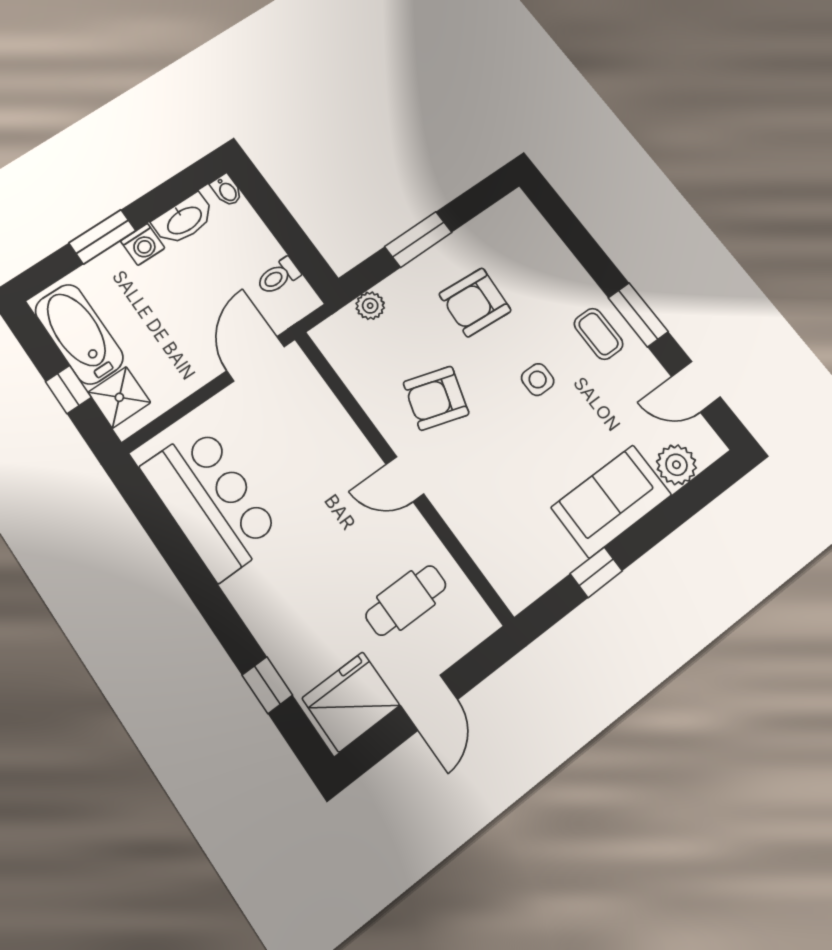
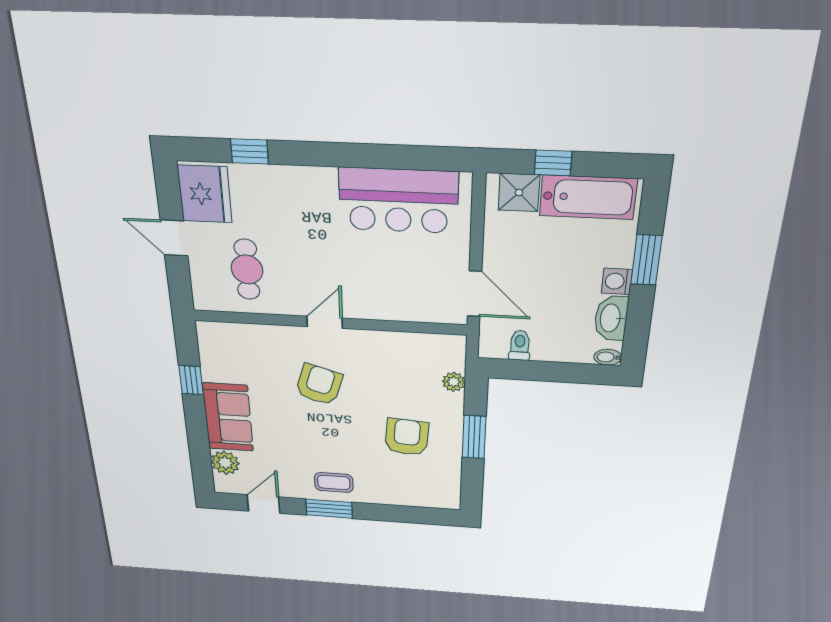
side table: (538, 380) -> (331, 434), removed
armchair: (436, 398) -> (319, 385), moved

